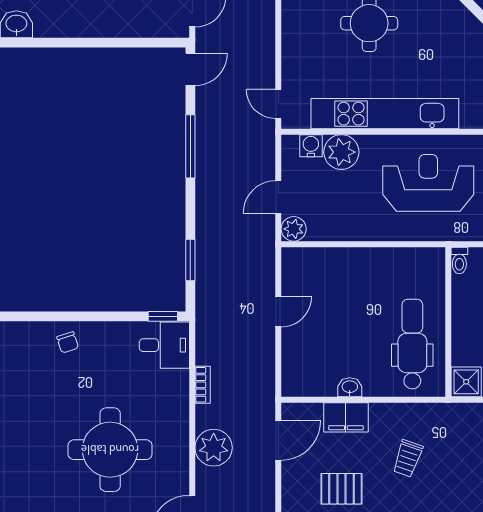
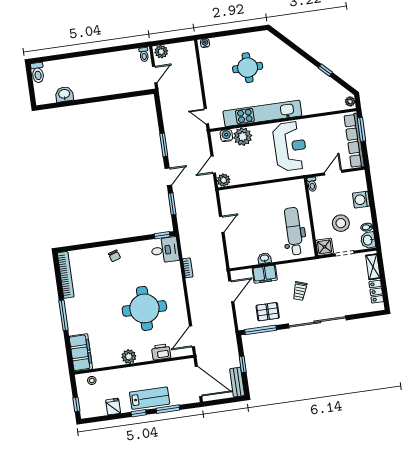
door: (190, 69) -> (168, 177), moved
window: (190, 146) -> (164, 145), width x0.69
reception desk: (428, 183) -> (290, 146), turned 90
plant: (214, 448) -> (198, 300), removed

